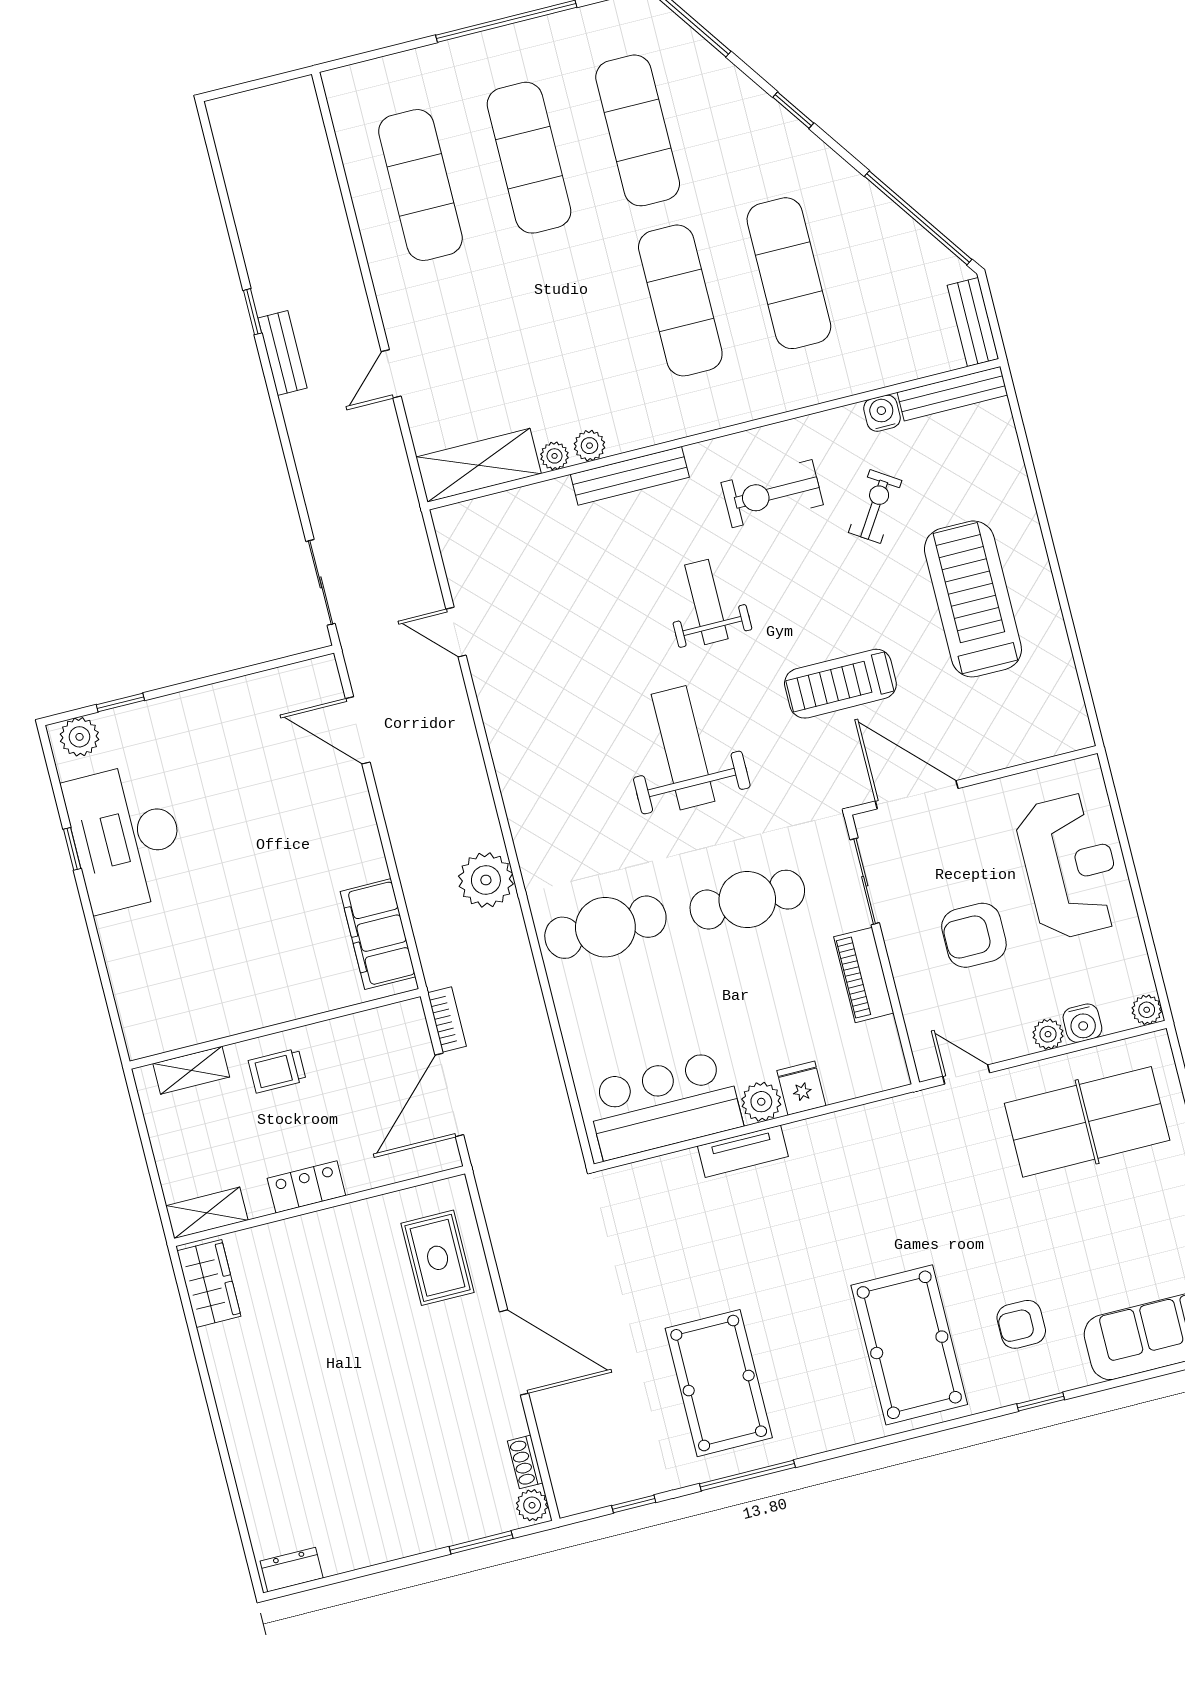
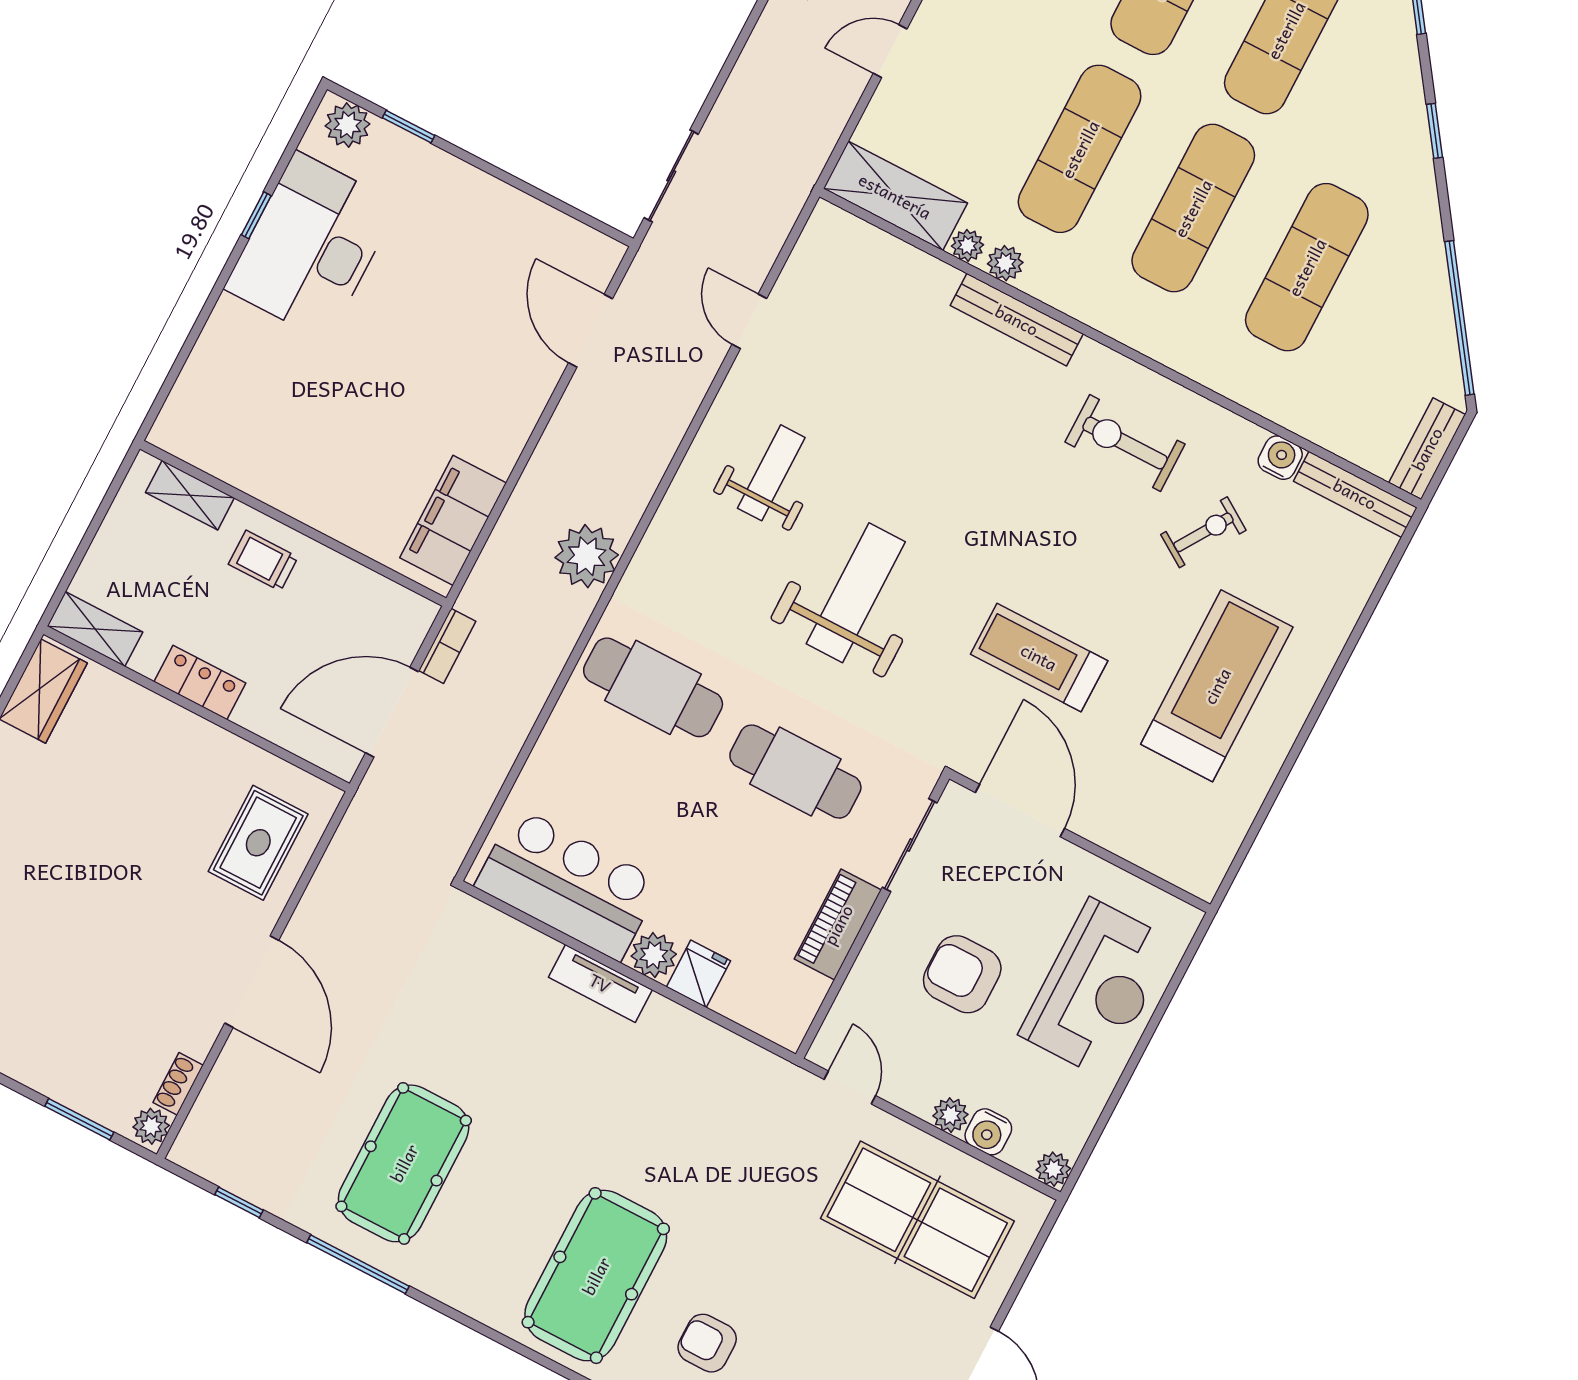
exercise mat: (572, 328) -> (1080, 149), added
weight bench: (706, 602) -> (771, 473), moved

